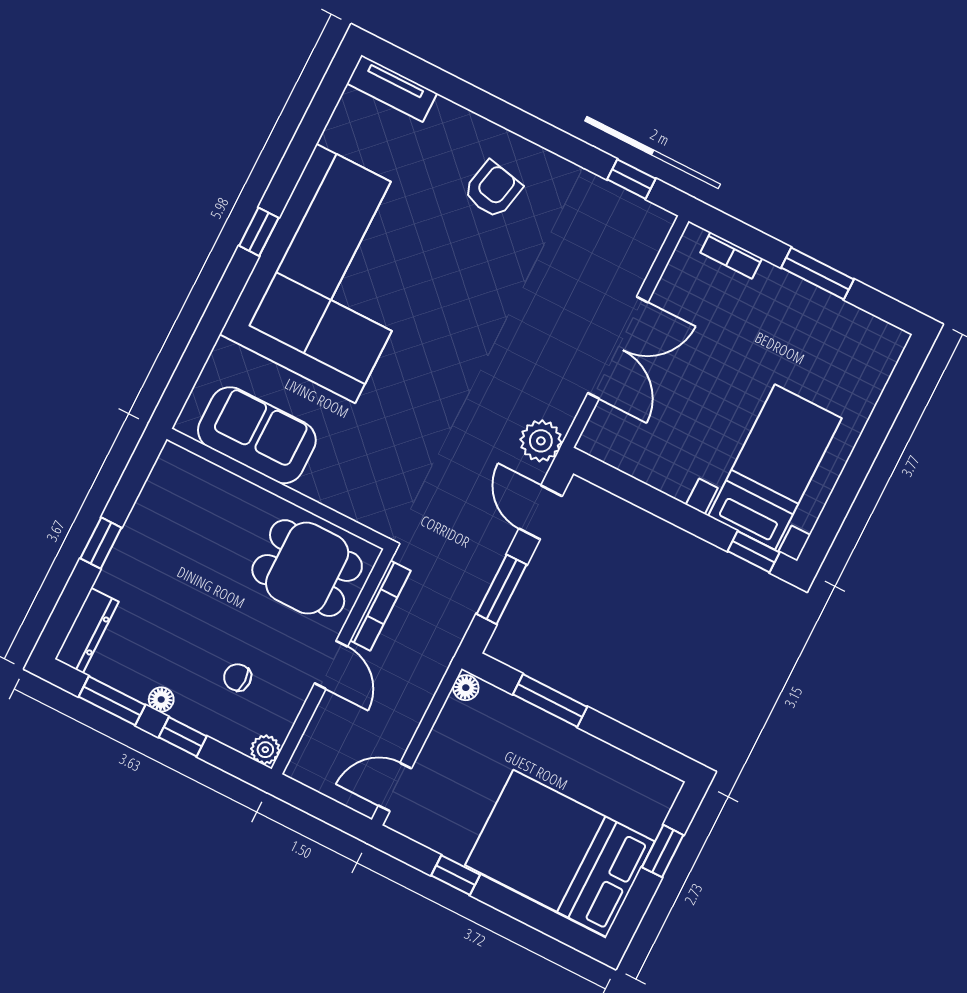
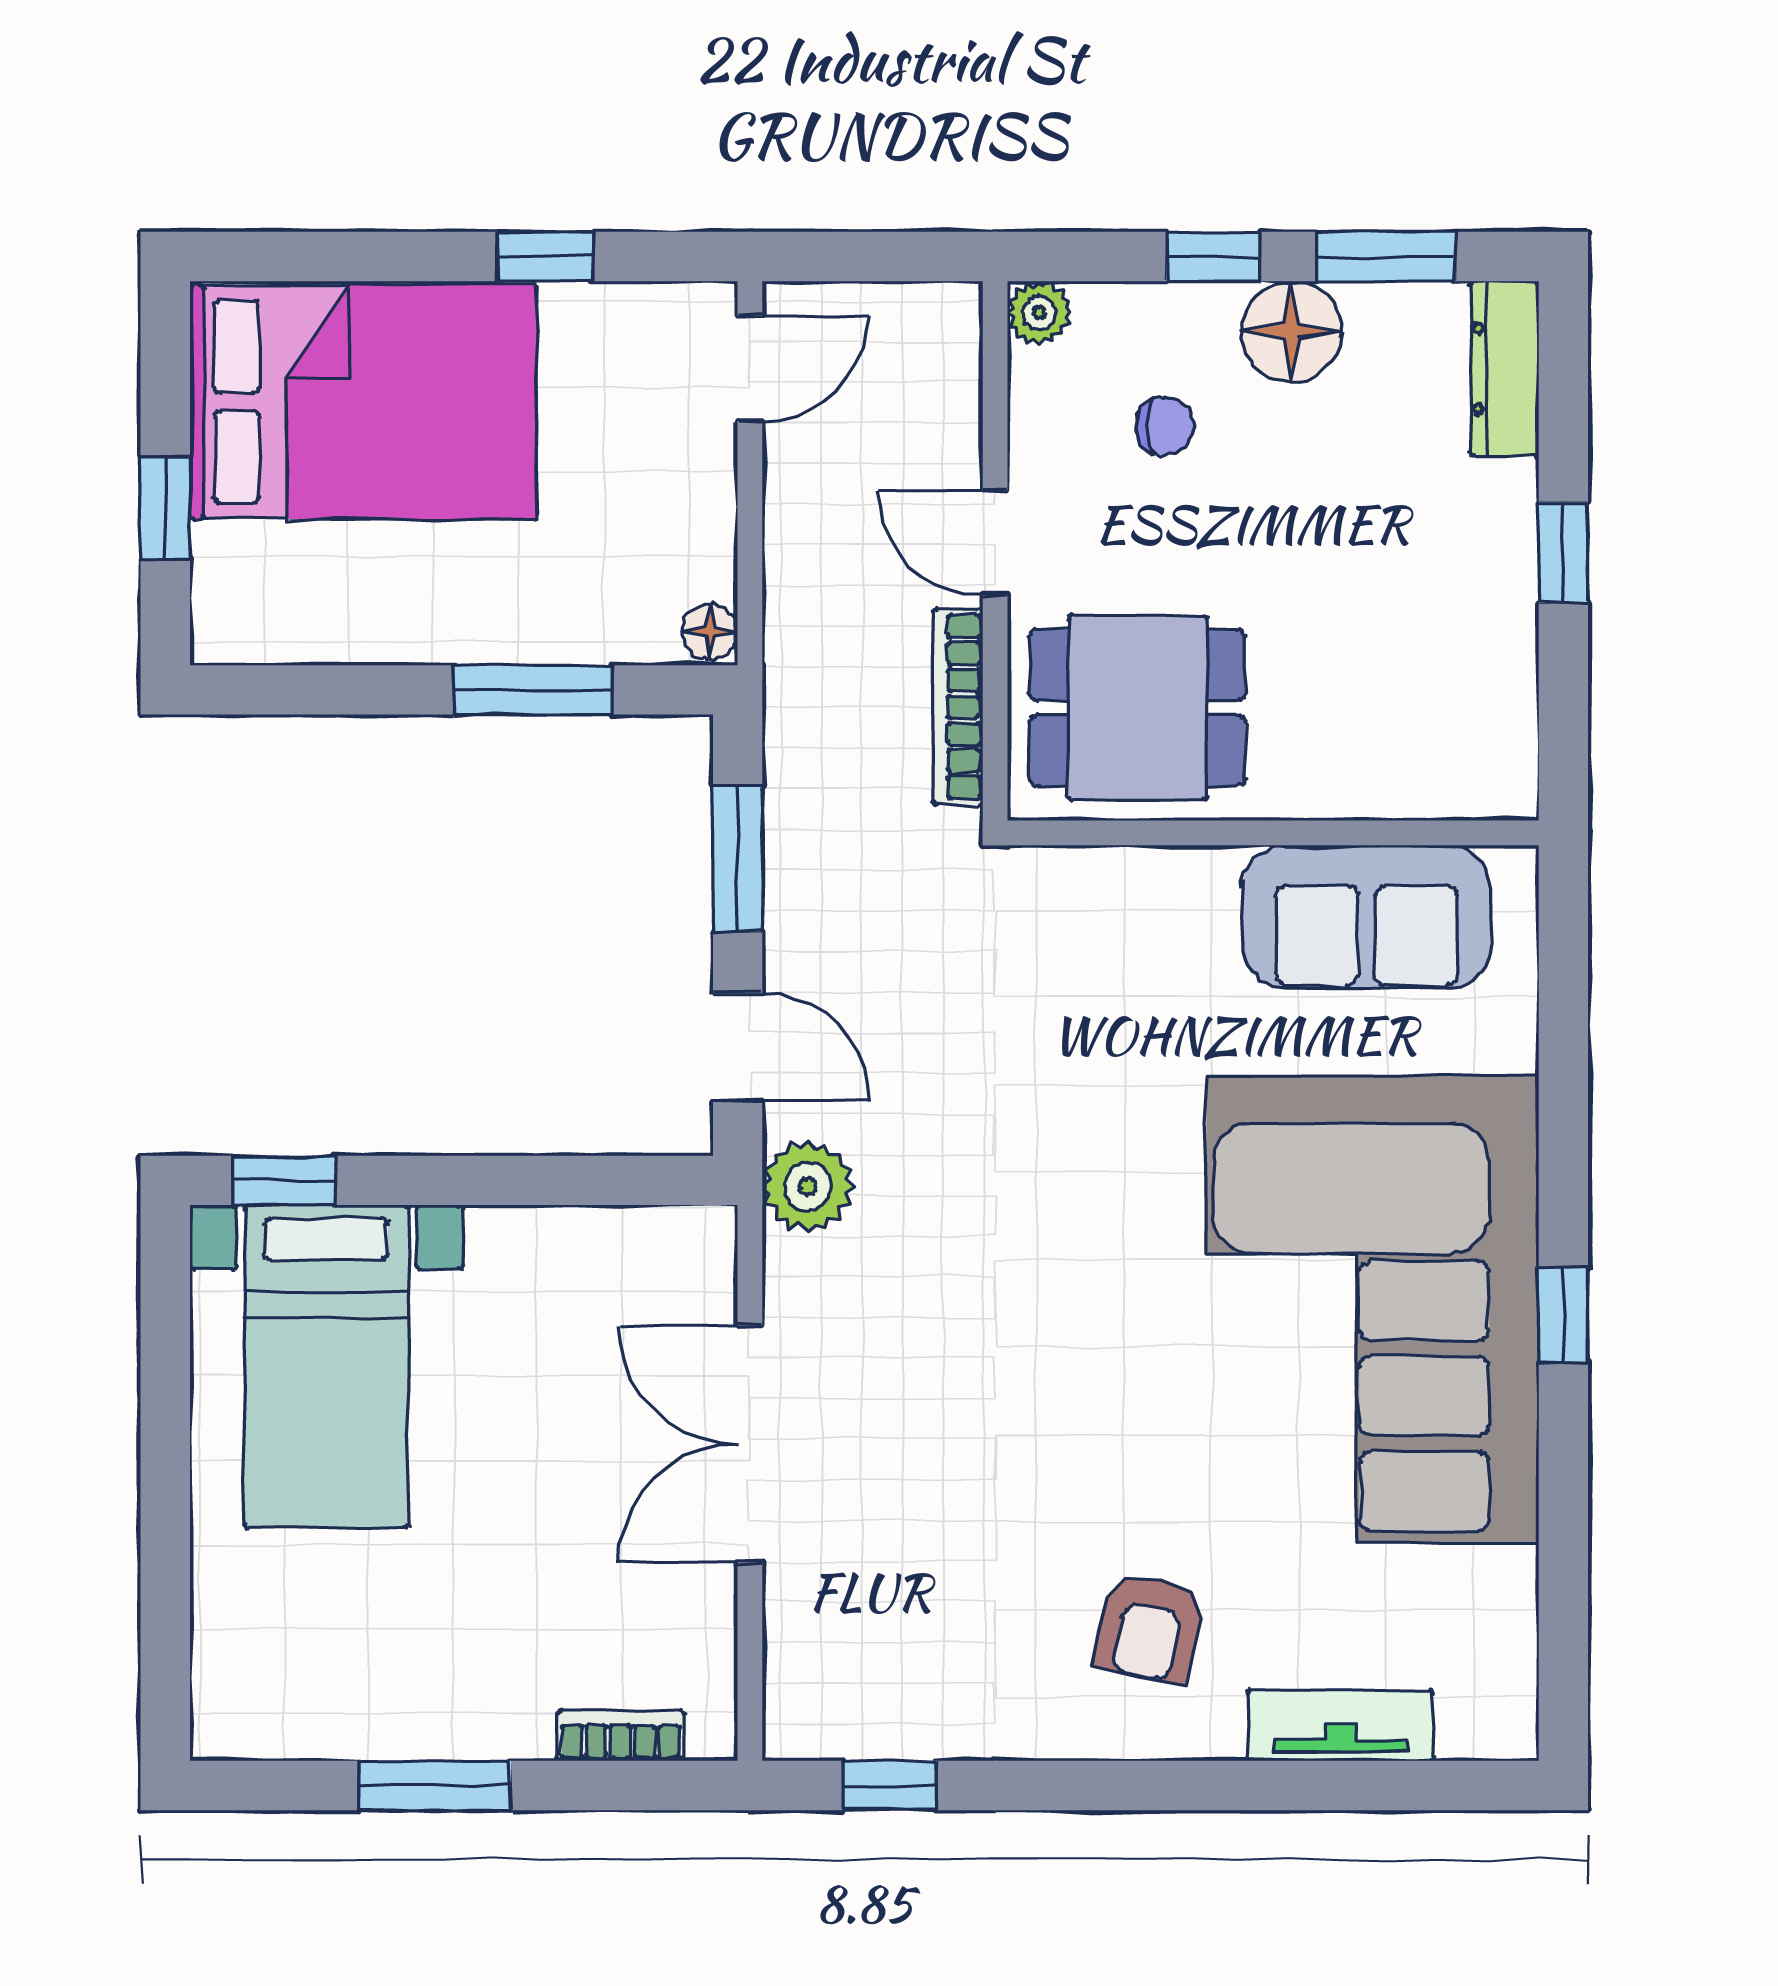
tv unit: (392, 88) -> (1340, 1725), moved
floor lamp: (161, 699) -> (1292, 331), width x1.89, depth x1.89

